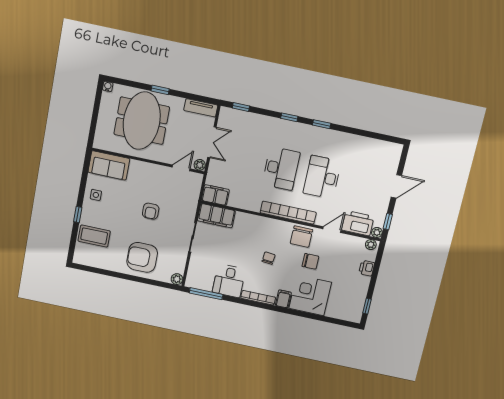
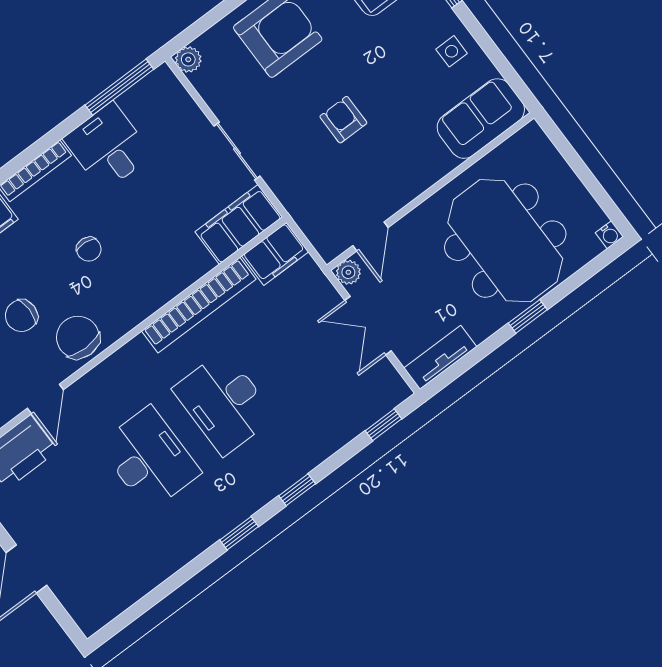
bookcase: (288, 213) -> (199, 305), moved

